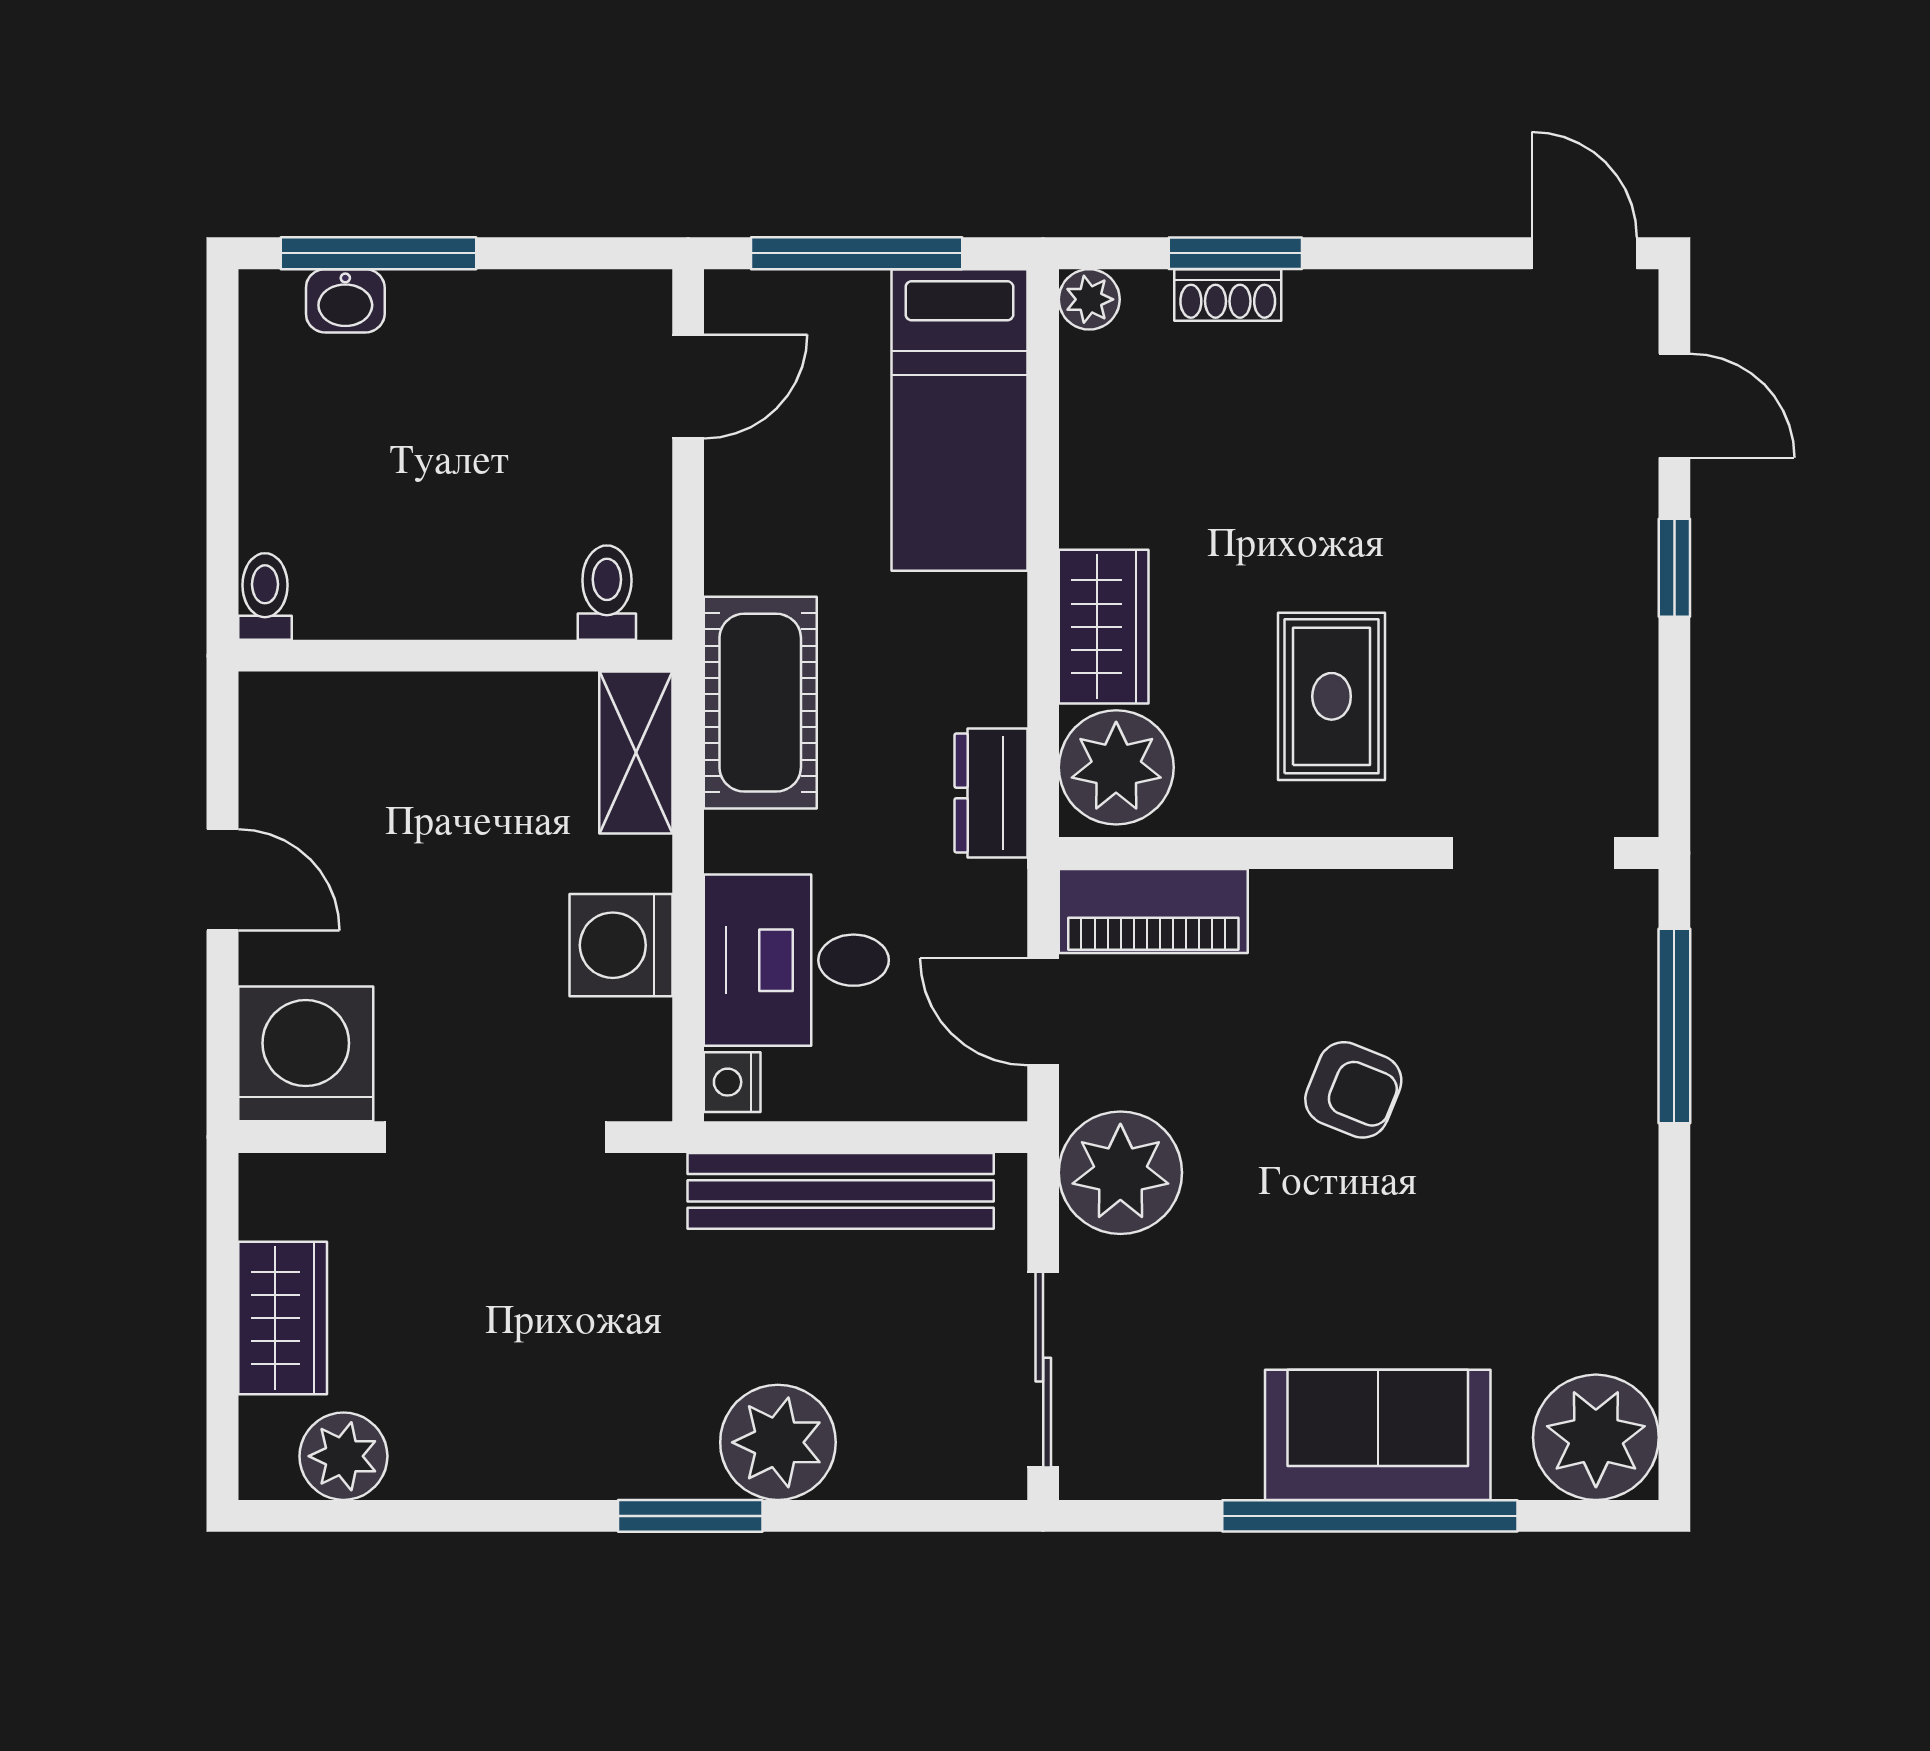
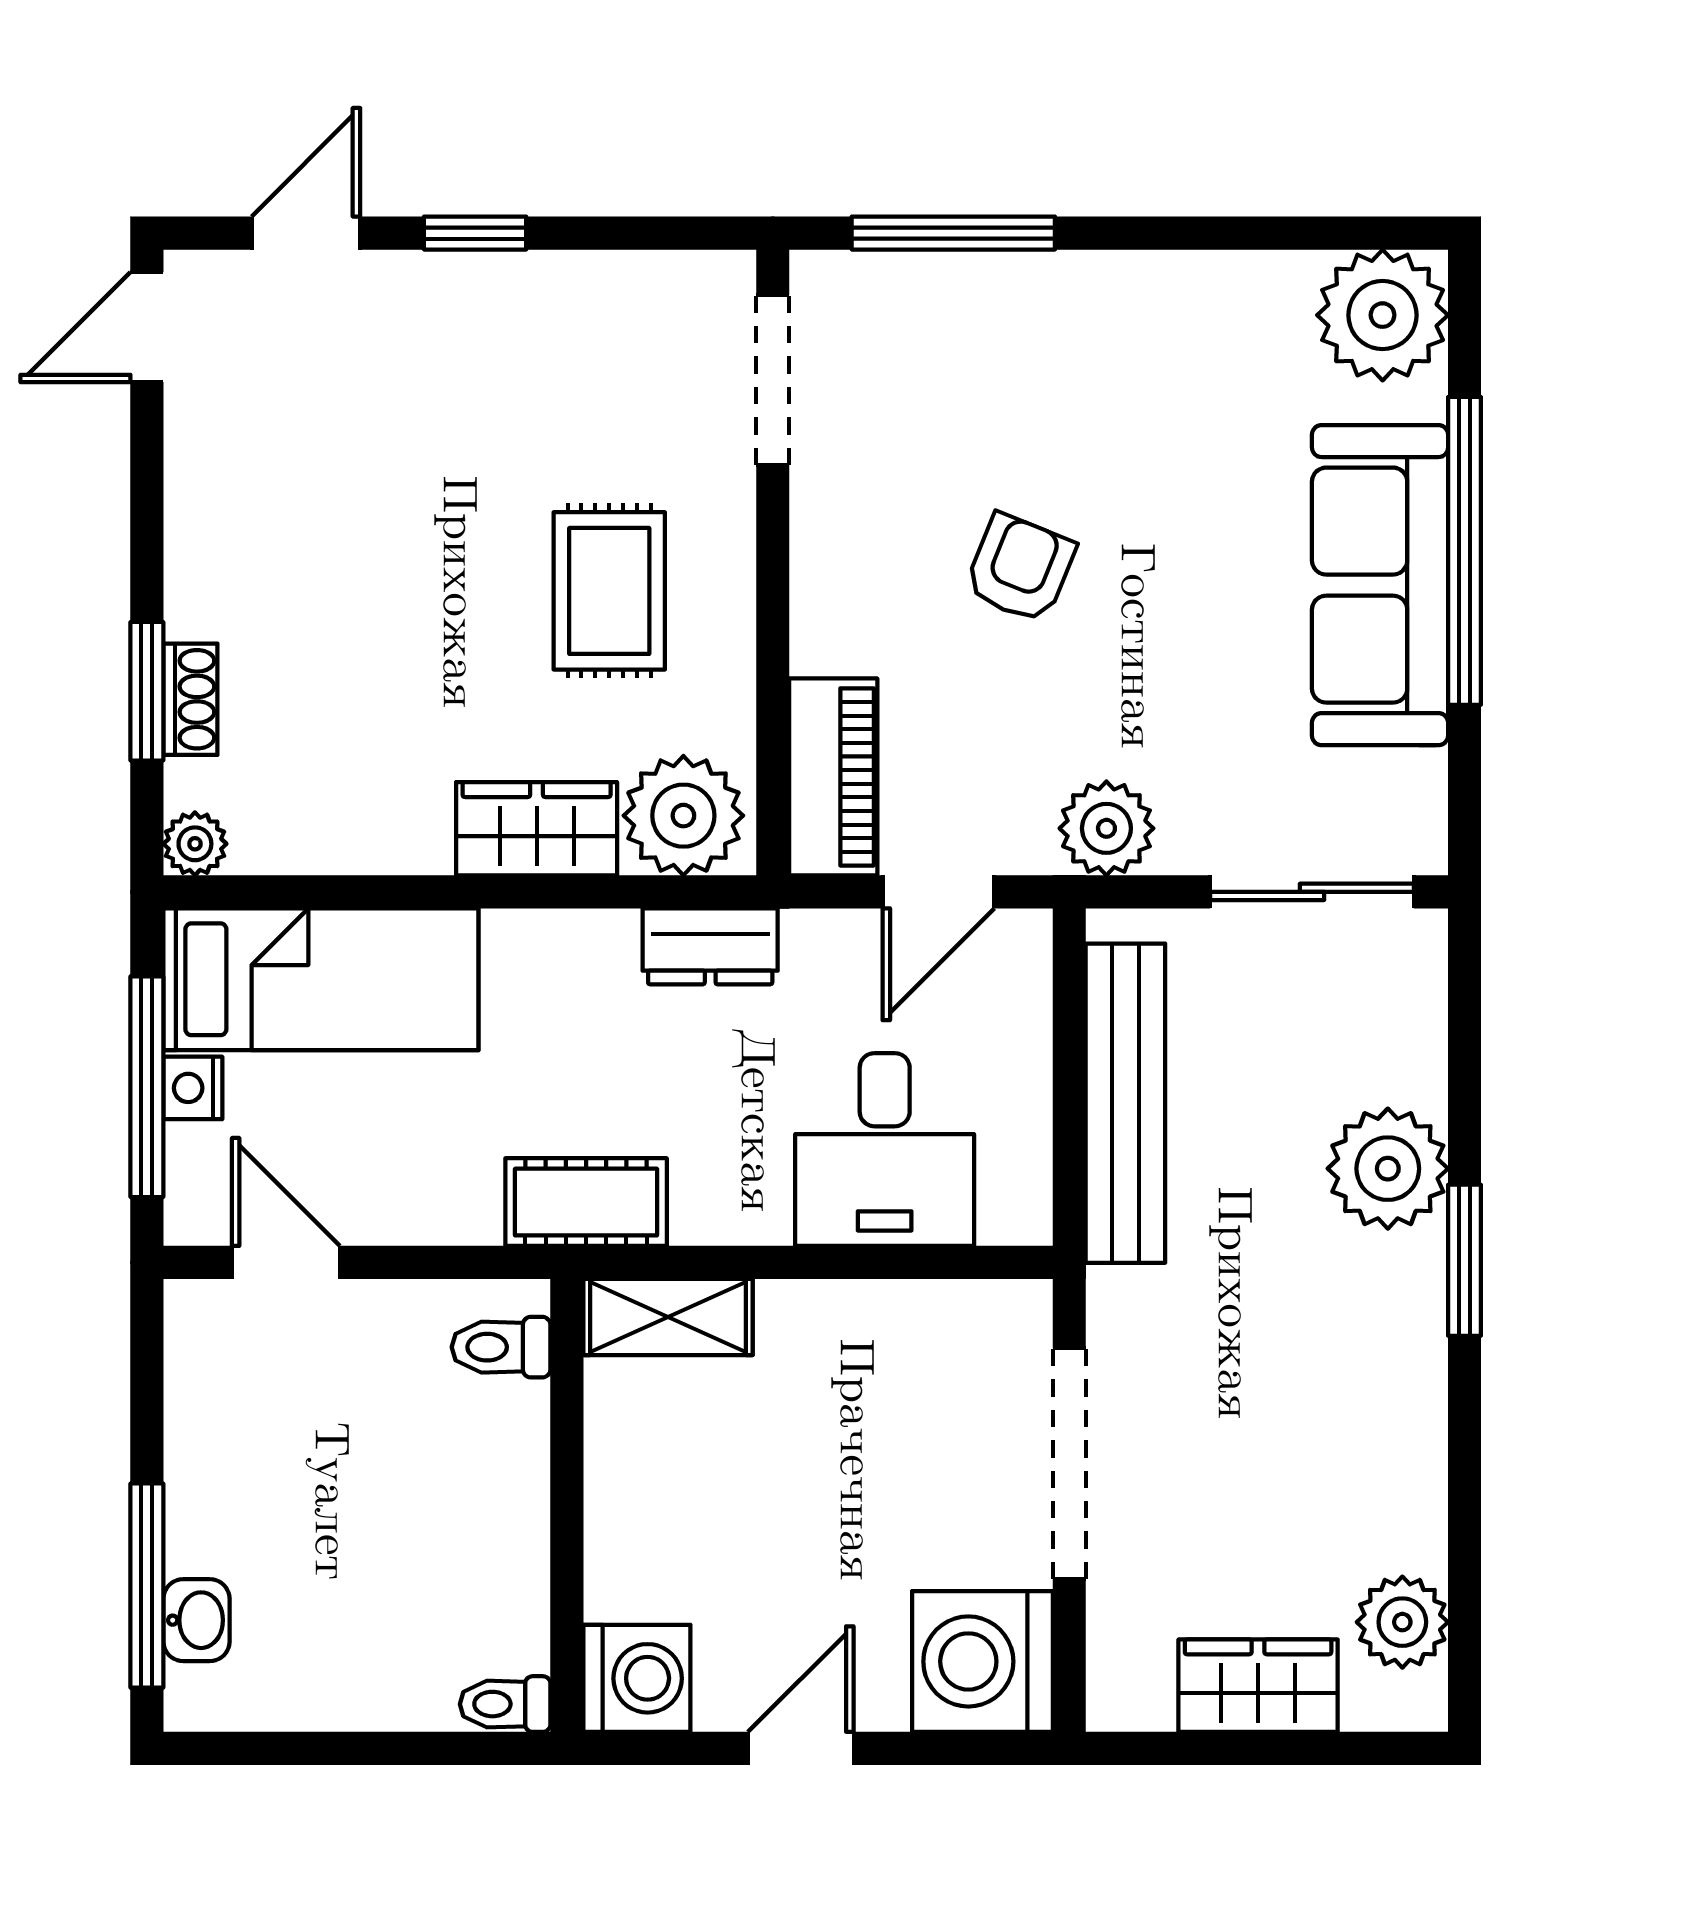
rug: (1332, 696) -> (609, 591), turned 90
cot: (760, 703) -> (586, 1202), width x0.73, depth x0.75
washing machine: (621, 945) -> (637, 1678), moved, turned -90
nightstand: (732, 1082) -> (193, 1088), moved, turned 90
plant: (1120, 1173) -> (1106, 828), width x0.73, depth x0.73
sofa: (1378, 1435) -> (1380, 585), width x1.36

